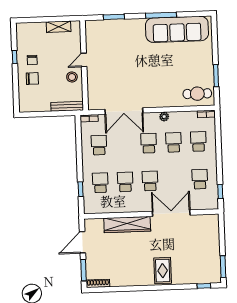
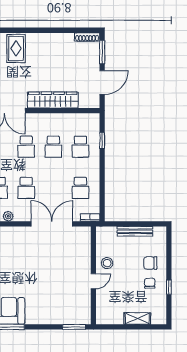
window: (114, 17) -> (74, 327), moved
shelving: (59, 27) -> (137, 318), moved
bench: (67, 106) -> (135, 231), moved

